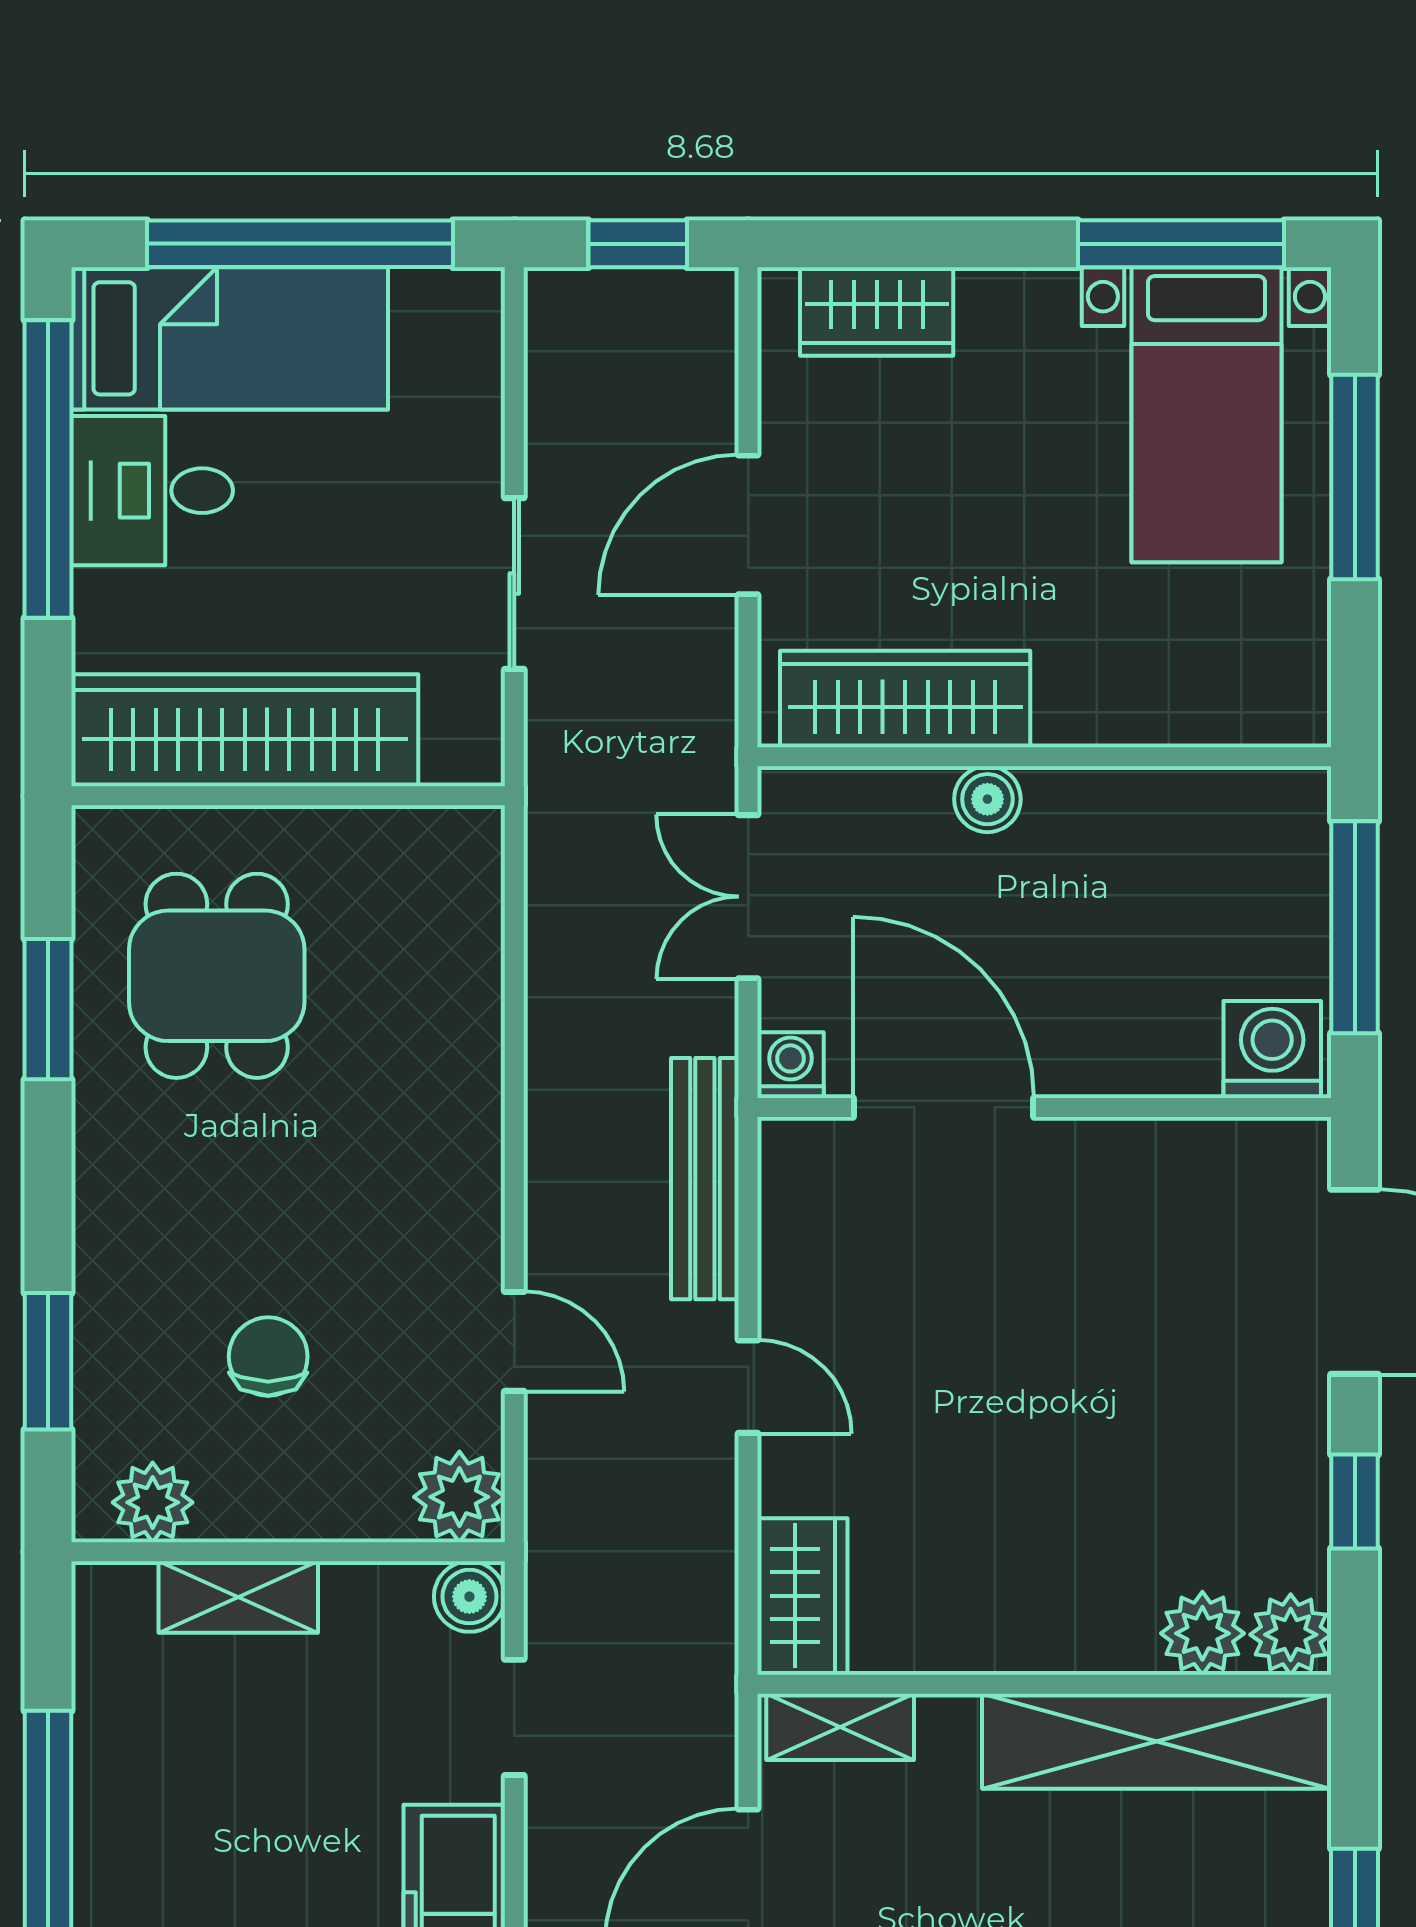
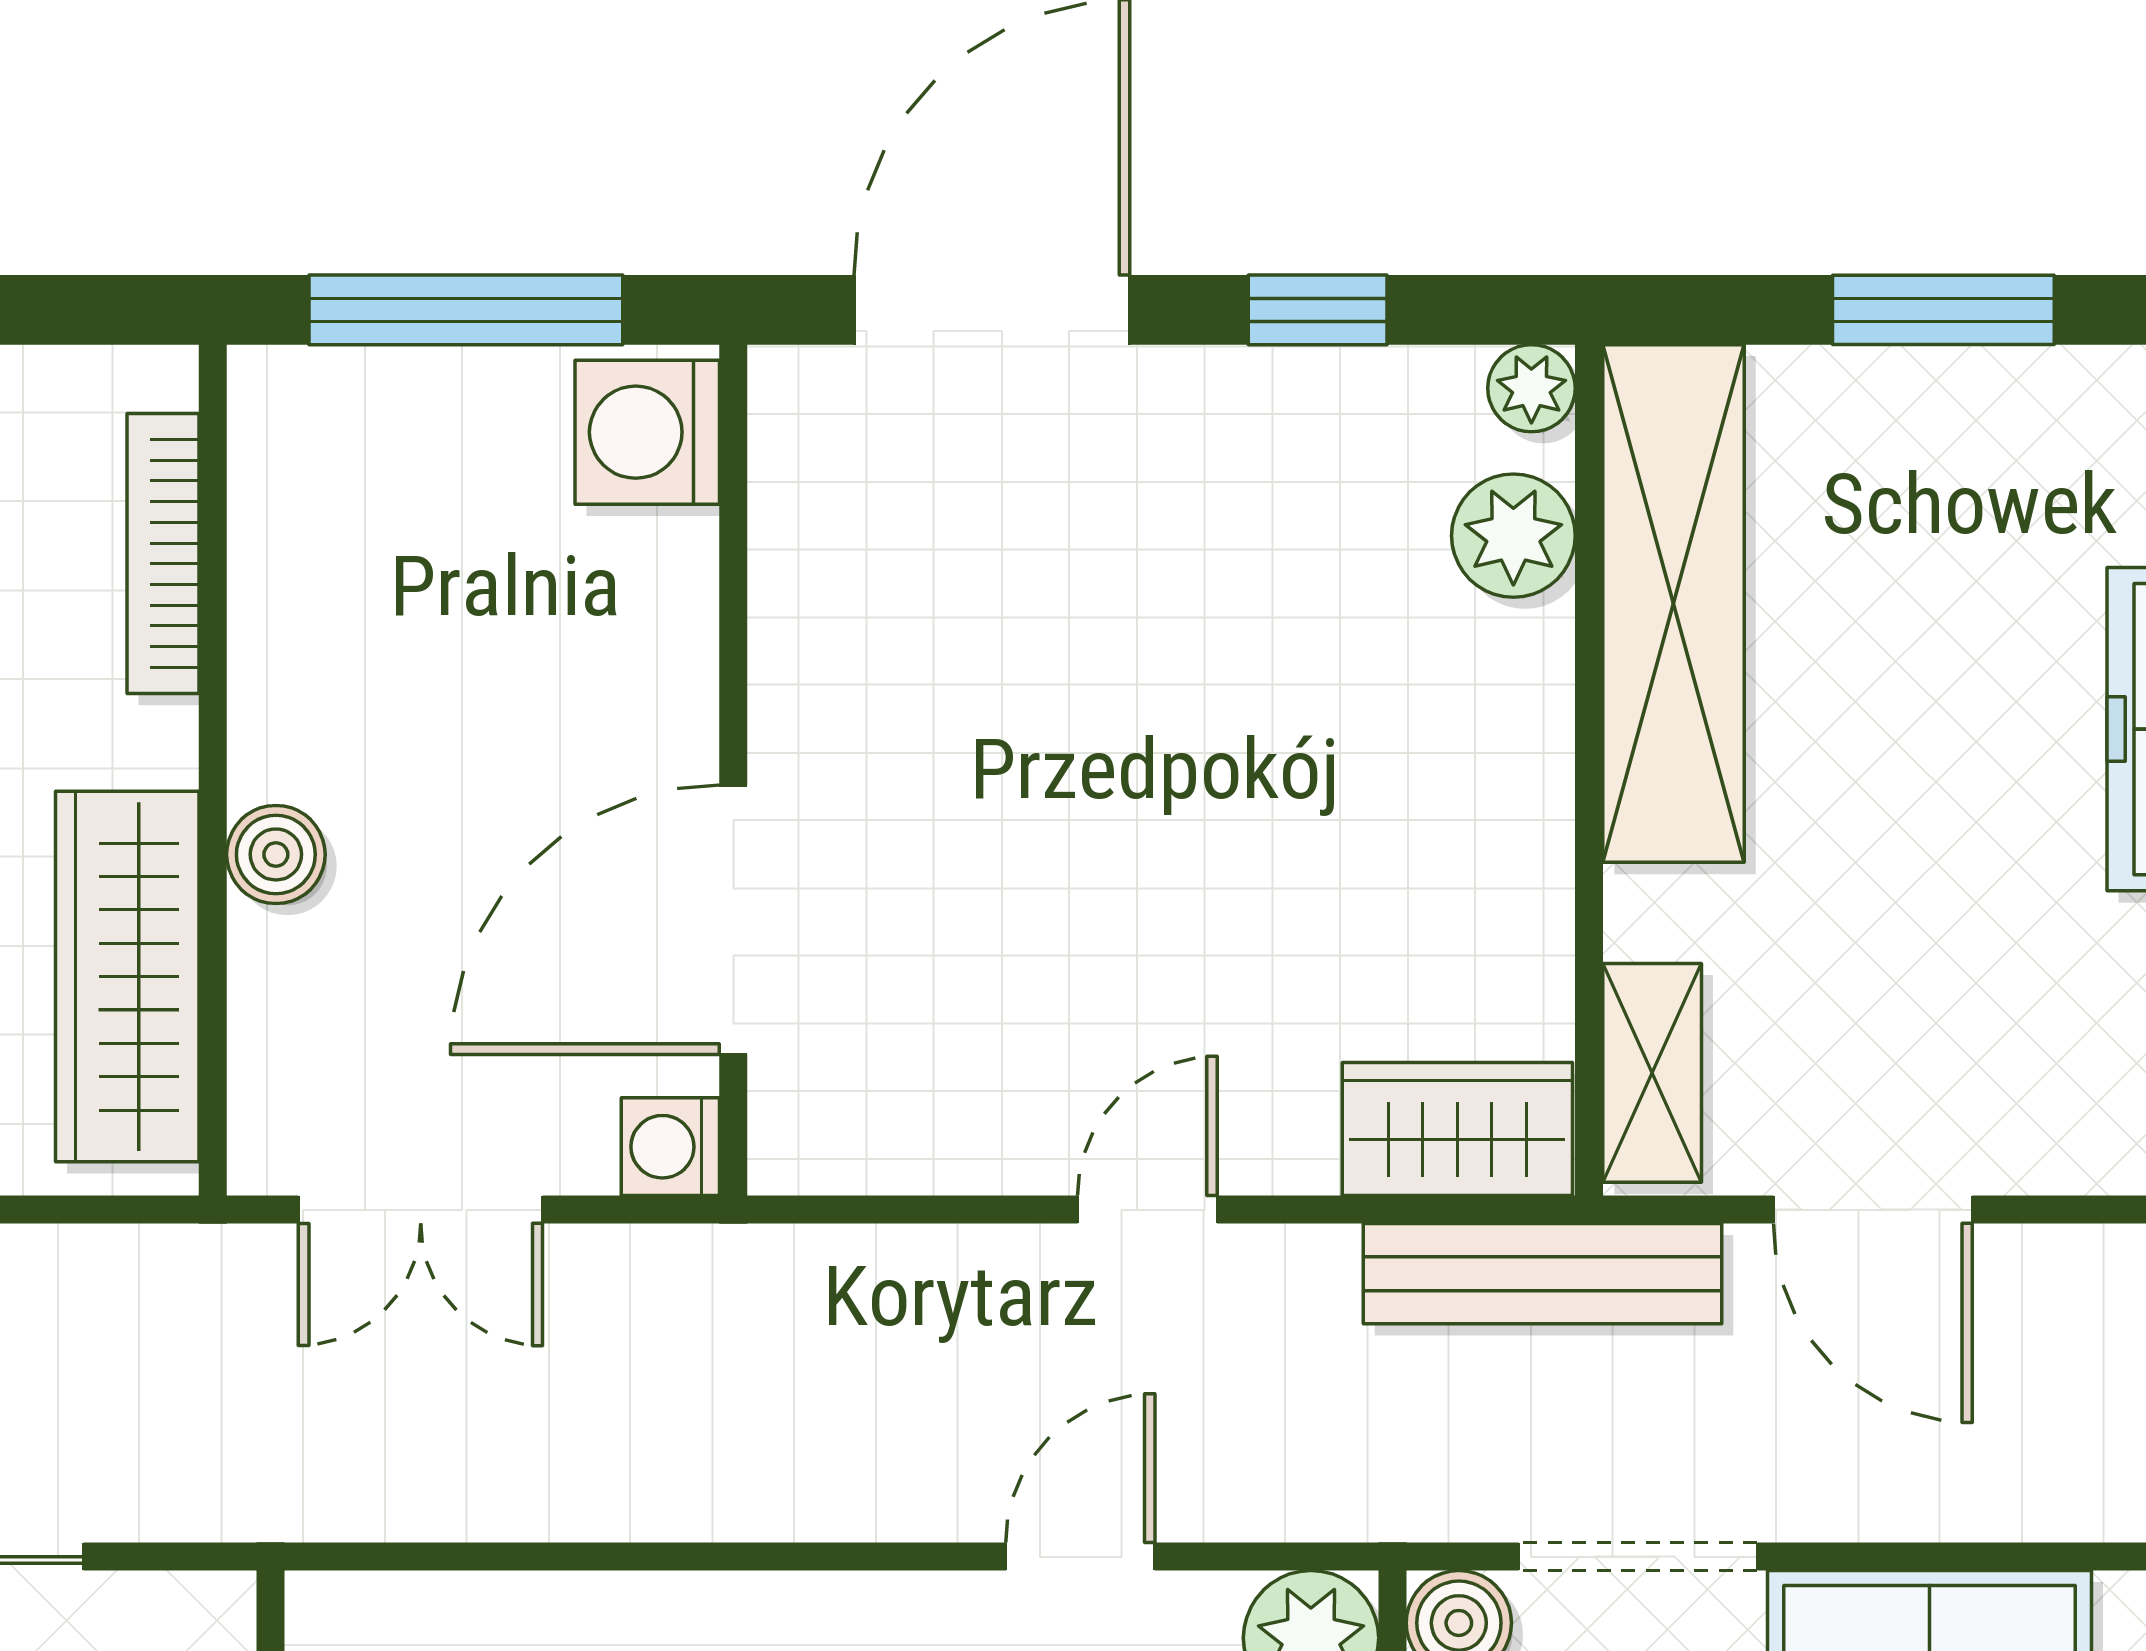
bookcase: (1190, 723) -> (163, 553), added
bench: (705, 1179) -> (1543, 1274), moved
plant: (1291, 1635) -> (1531, 388), width x0.73, depth x0.73
doorway: (514, 1717) -> (1638, 1557), width x1.38

